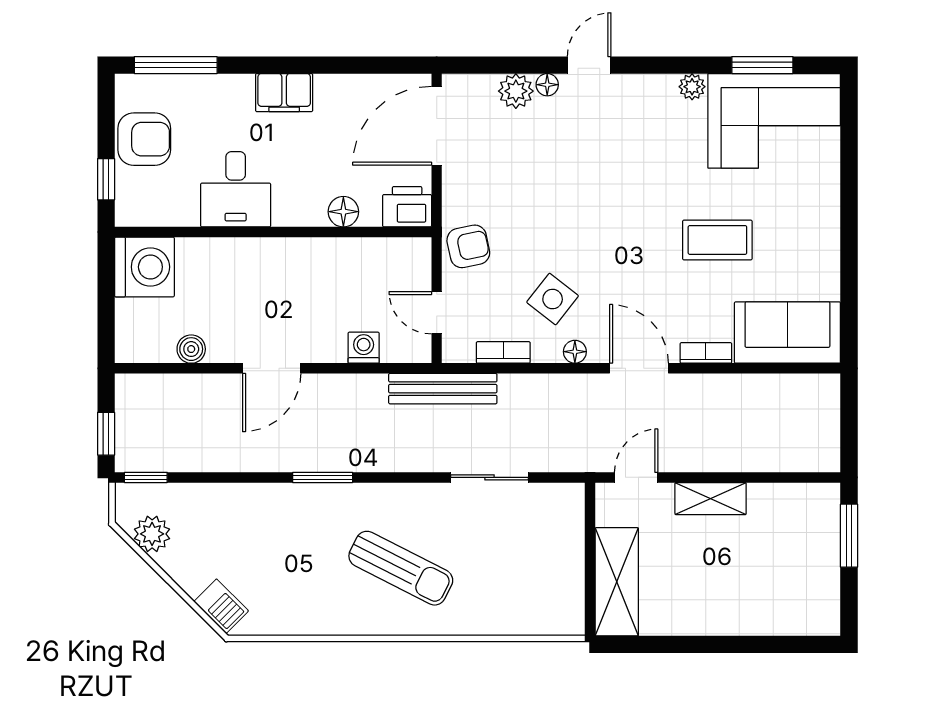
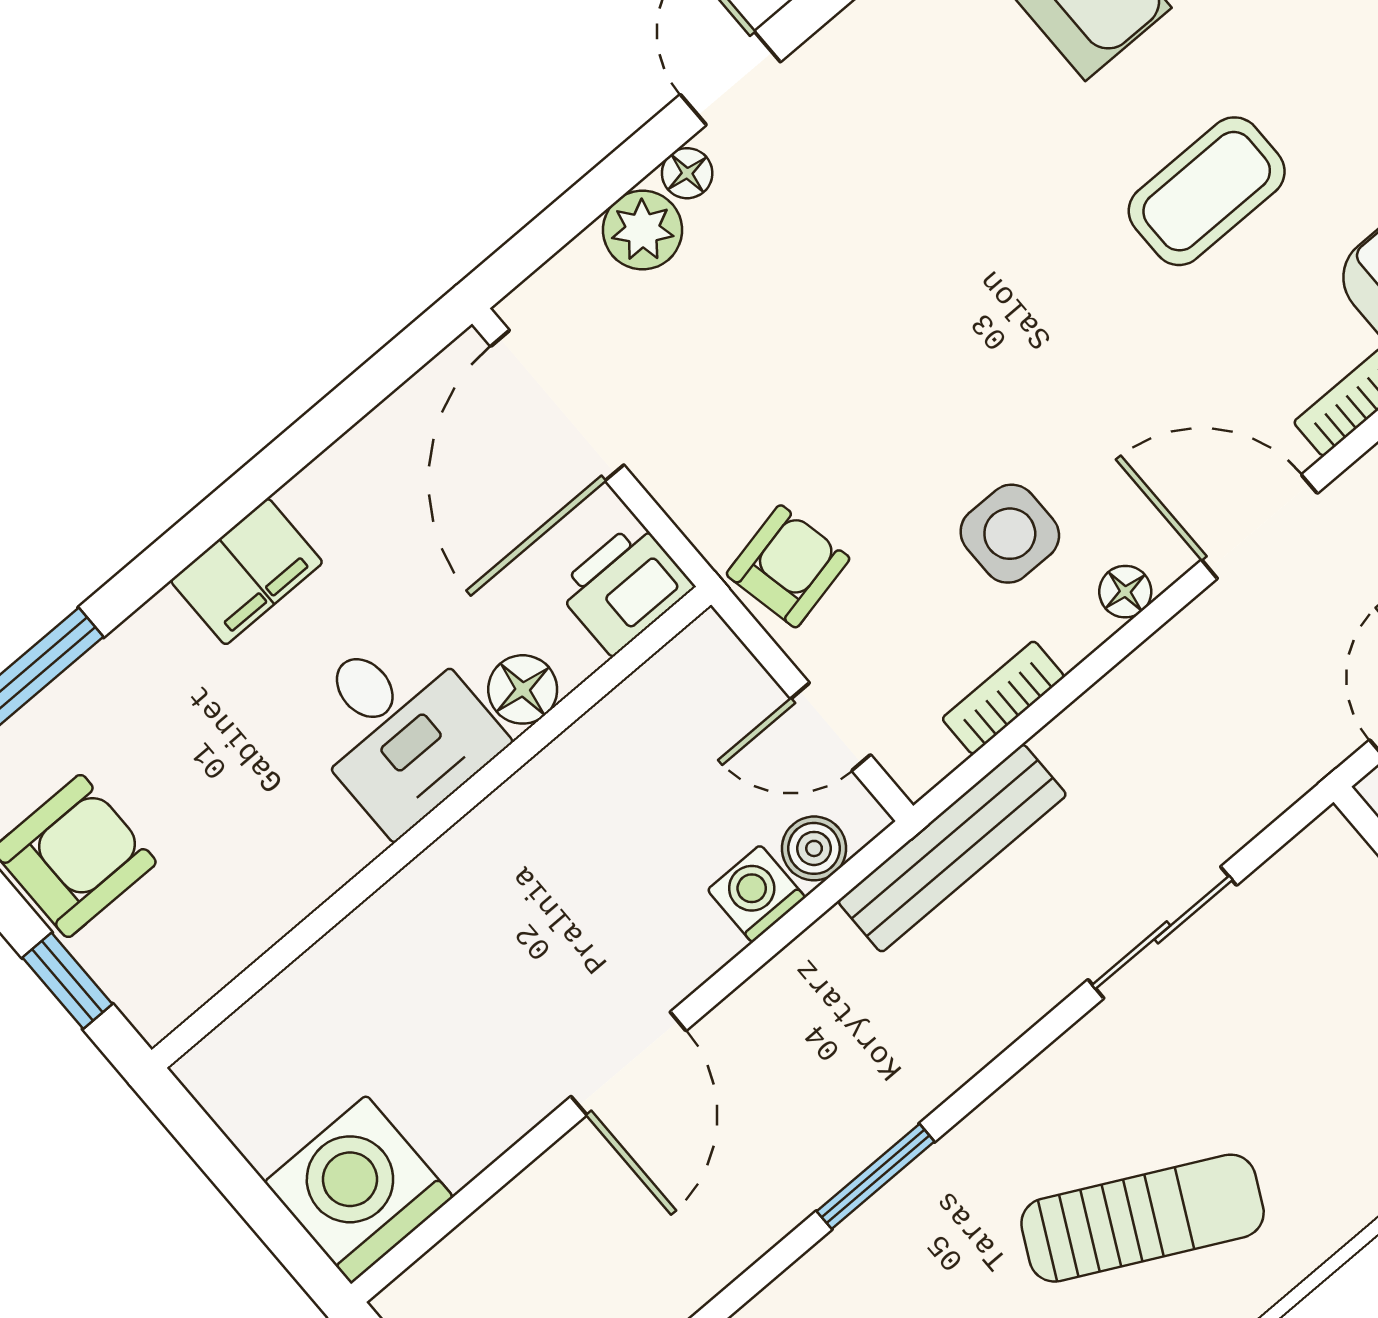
desk: (236, 189) -> (399, 728), moved
washing machine: (144, 267) -> (359, 1190), moved, turned -90
side table: (553, 299) -> (1010, 534), turned -38
boiler: (191, 349) -> (814, 848), moved

